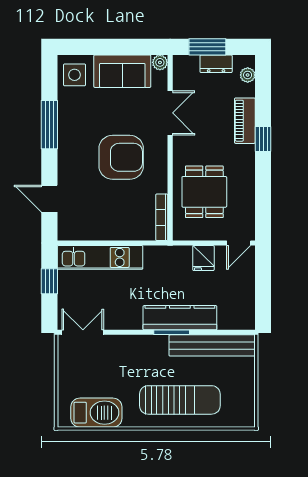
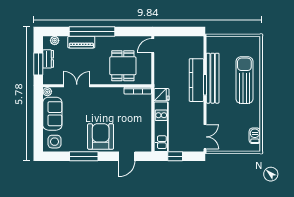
window: (263, 139) -> (92, 31), width x3.17
armchair: (121, 157) -> (101, 136), moved
dining table: (204, 192) -> (123, 66), turned 90
door: (239, 243) -> (153, 46), swing flipped
fridge: (203, 258) -> (162, 95), moved
double door: (83, 332) -> (205, 137), swing flipped
bench: (212, 345) -> (213, 78), moved
barbecue: (96, 413) -> (255, 136), width x0.53, depth x0.65

